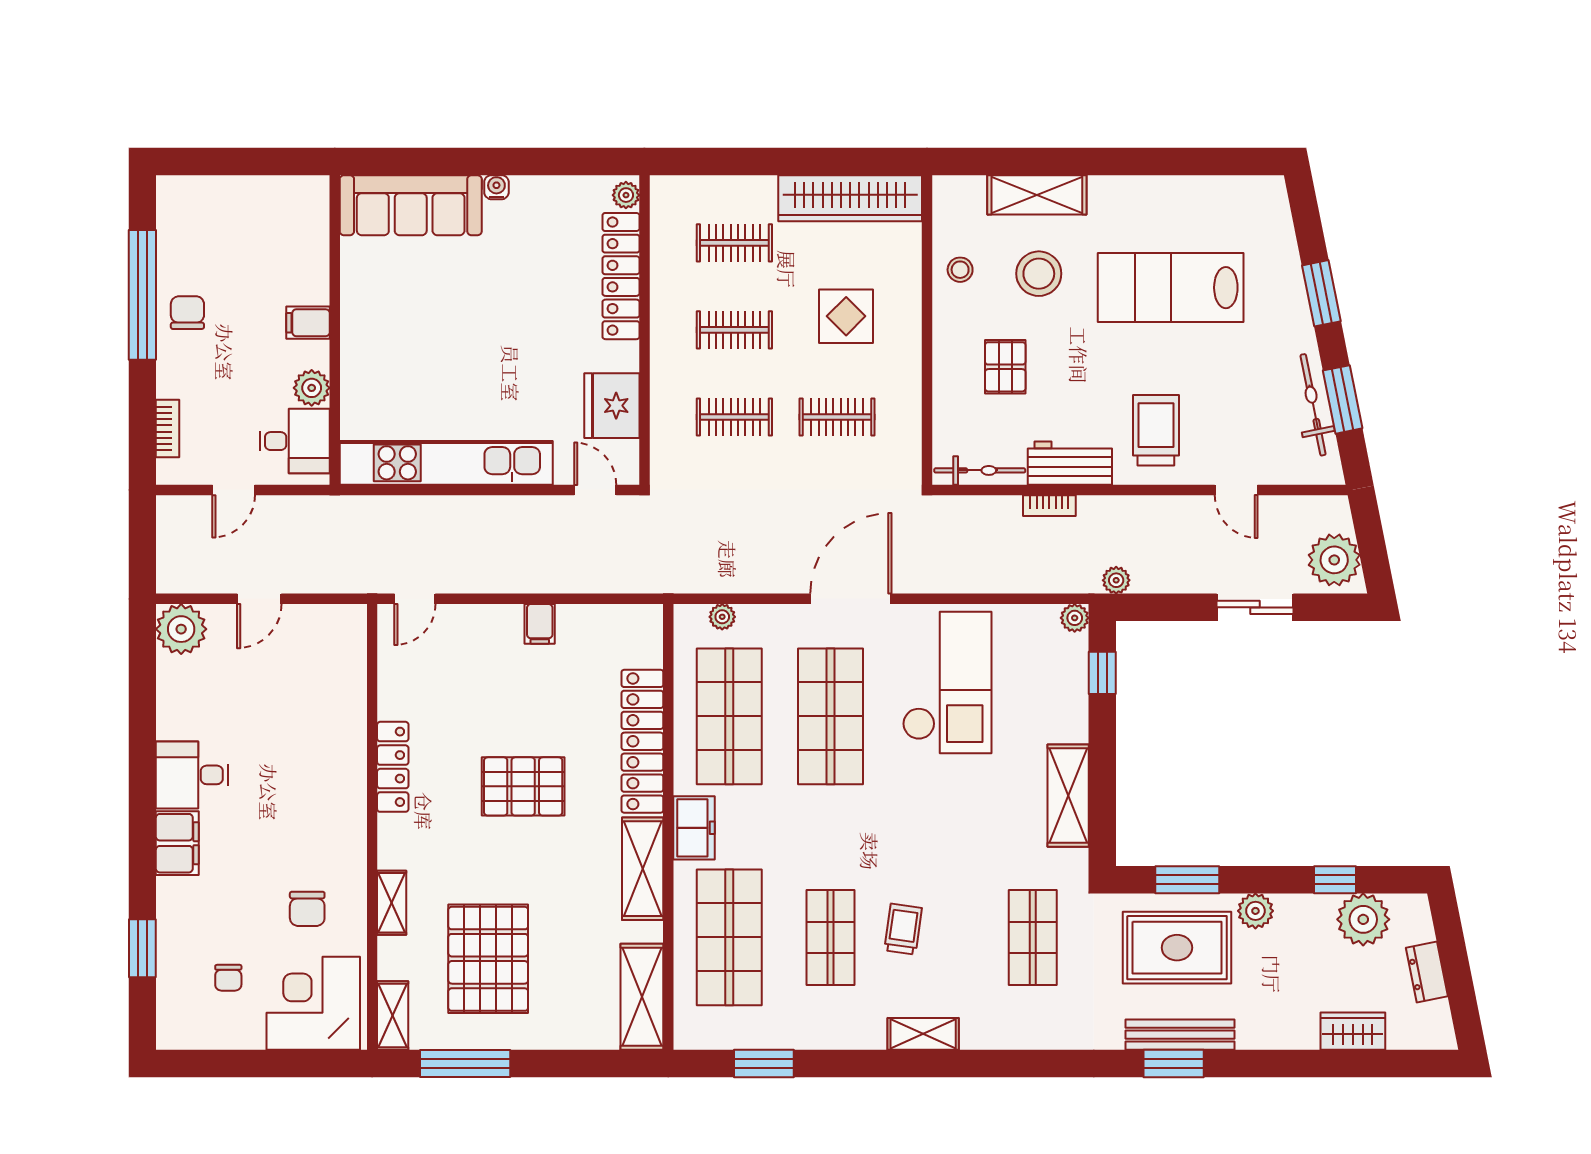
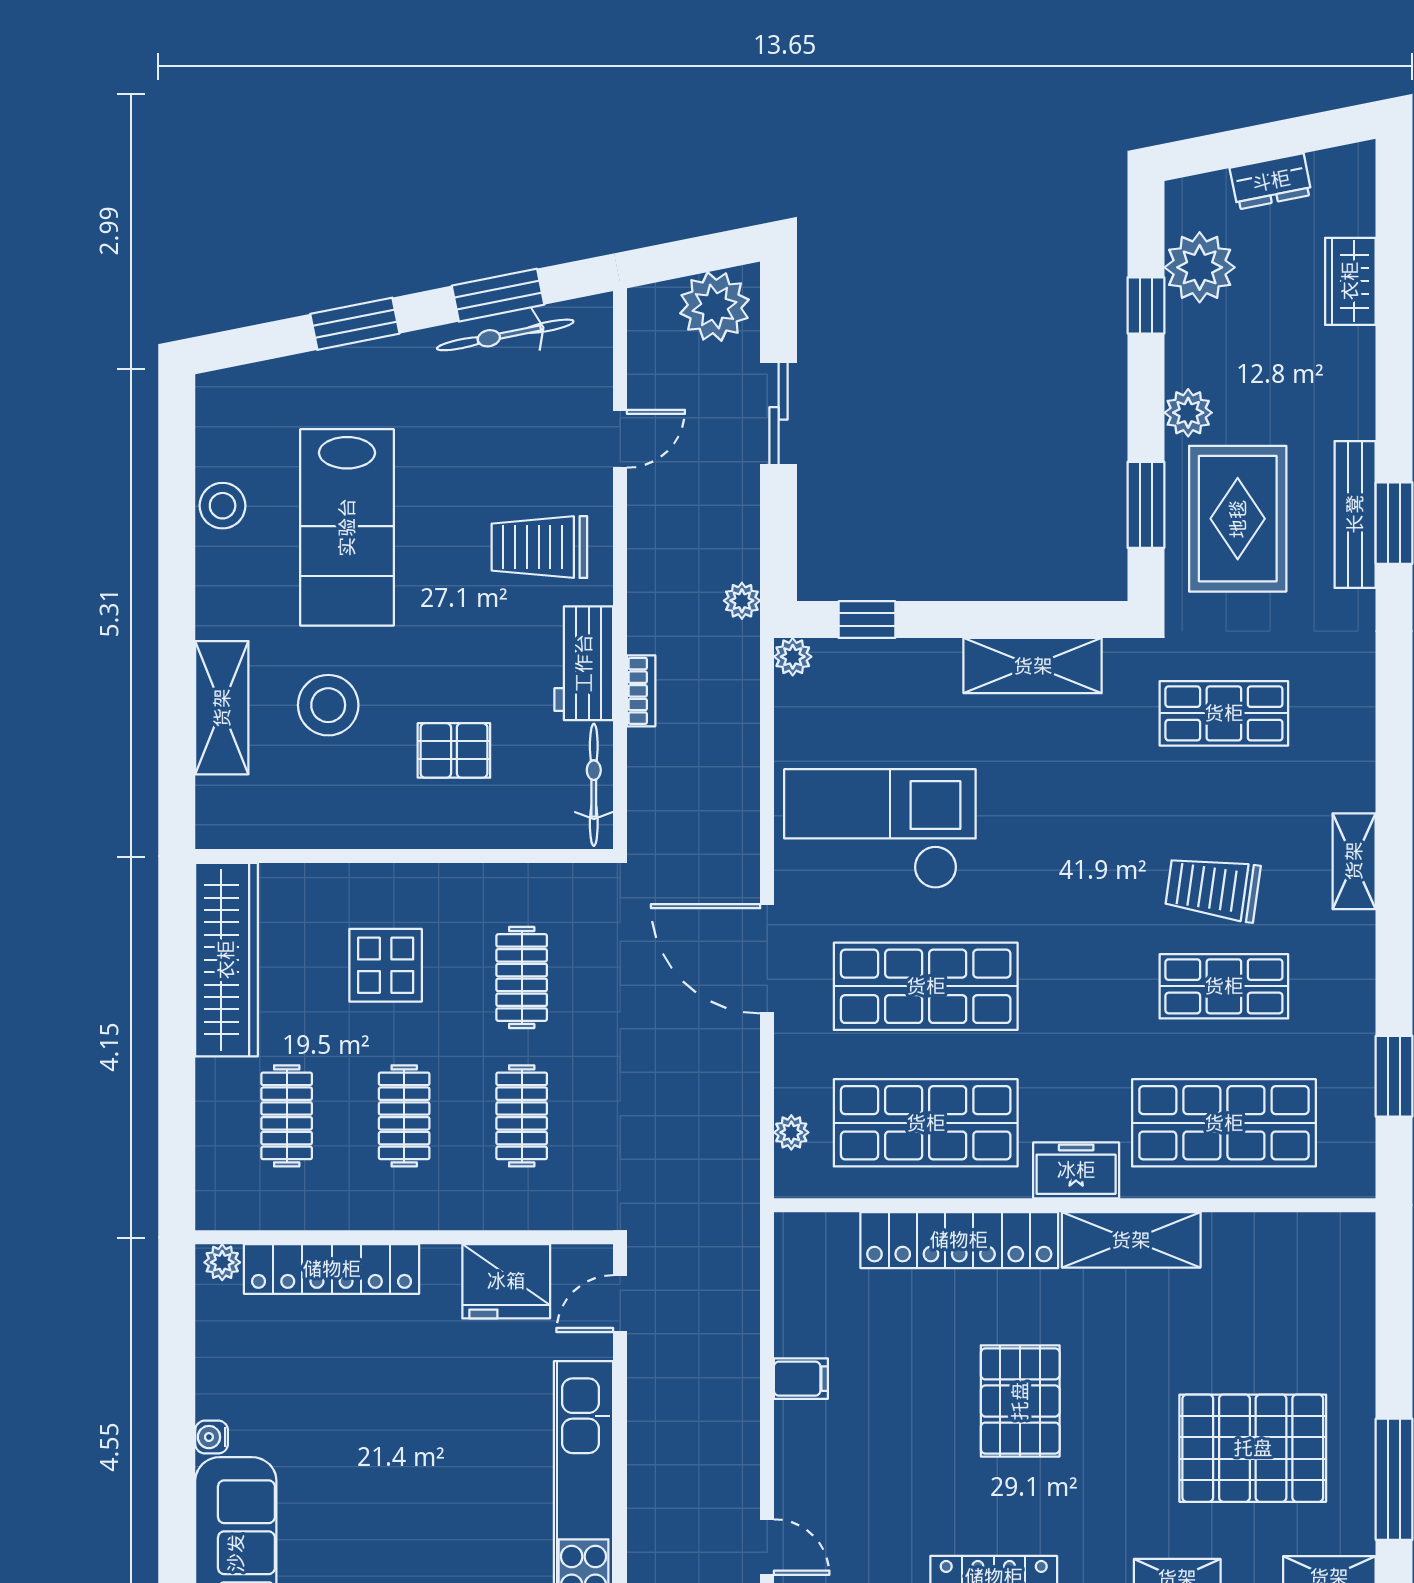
stool: (960, 270) -> (223, 506), moved, width x1.37, depth x1.37
trolley: (903, 929) -> (1213, 888), width x1.36, depth x1.39
shelving: (642, 997) -> (1304, 1241), removed

